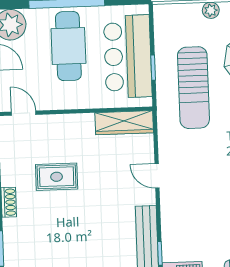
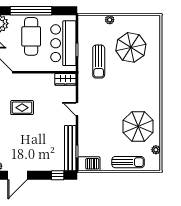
sun lounger: (193, 88) -> (99, 62), width x0.73, depth x0.75
wardrobe: (124, 123) -> (65, 79), width x0.67

